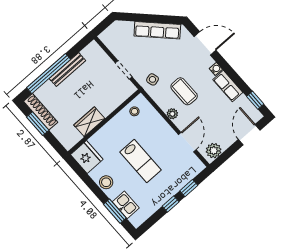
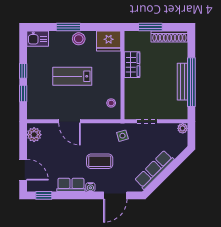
window: (49, 74) -> (191, 82), moved
coffee table: (184, 91) -> (100, 161), moved
plant: (172, 114) -> (183, 128), moved
window: (38, 124) -> (150, 27), moved
door: (187, 142) -> (70, 121), moved
kitchen sink: (126, 205) -> (38, 39), moved
window: (115, 211) -> (68, 27), moved

